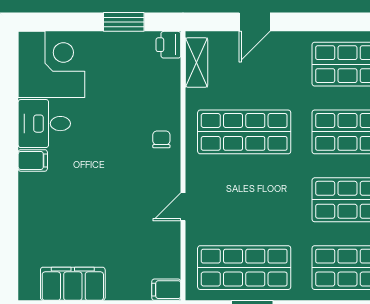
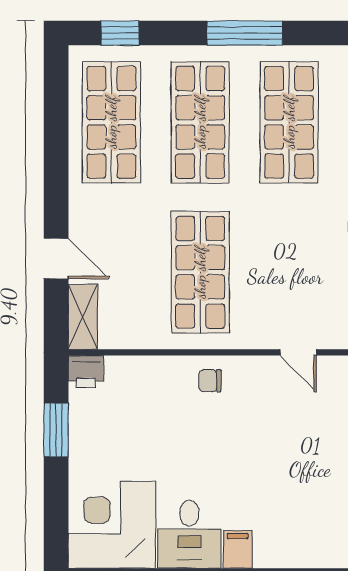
shelving: (197, 62) -> (83, 317), moved, turned 90

